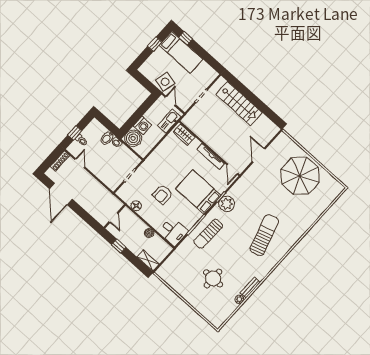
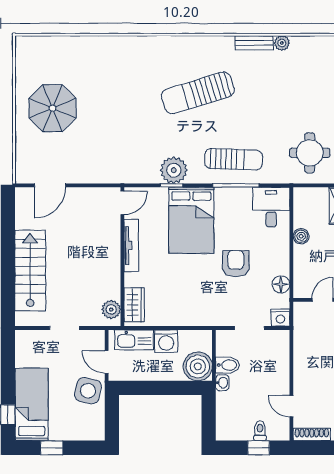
door: (170, 101) -> (107, 362), hinge flipped
plant: (191, 123) -> (111, 309), added
washing machine: (142, 125) -> (166, 341), moved, turned 180
bidet: (107, 138) -> (228, 365), moved
door: (259, 155) -> (50, 185), moved
door: (80, 163) -> (291, 406), hinge flipped
parasol: (300, 176) -> (53, 108), width x0.73, depth x0.73
nightstand: (122, 193) -> (280, 318), added
armchair: (163, 194) -> (236, 264), turned -90
sun lounger: (264, 235) -> (198, 93), moved
round table: (213, 278) -> (310, 153), moved

